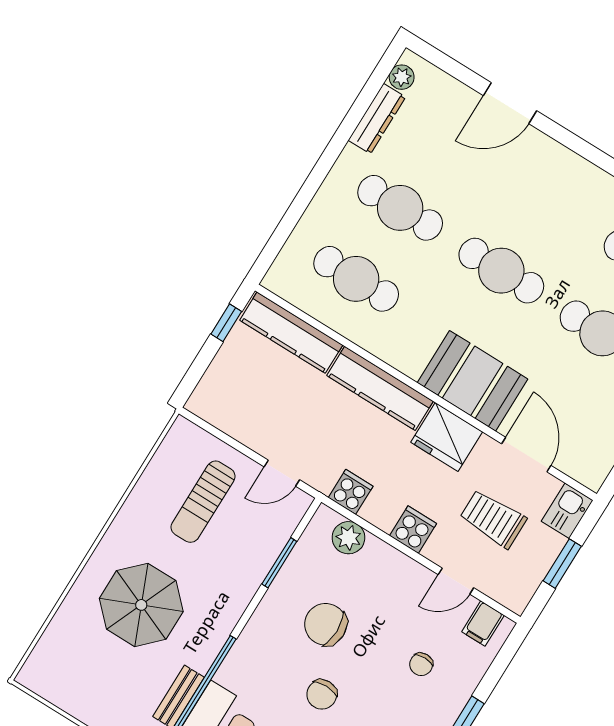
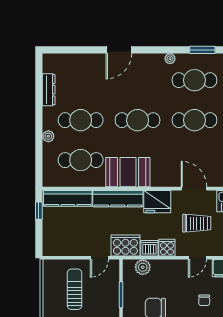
plant: (402, 77) -> (48, 136), moved
door: (510, 103) -> (119, 50), moved
booth: (473, 381) -> (128, 172), moved
cooker: (351, 492) -> (125, 246), width x1.87, depth x1.31
sun lounger: (203, 502) -> (75, 289), turned 180
dishwasher: (381, 511) -> (149, 248), added
trolley: (493, 519) -> (197, 223), turned 180

